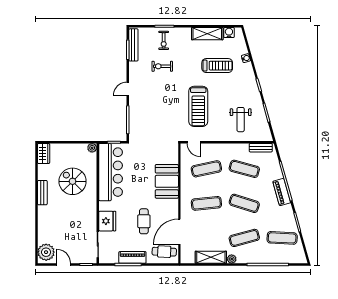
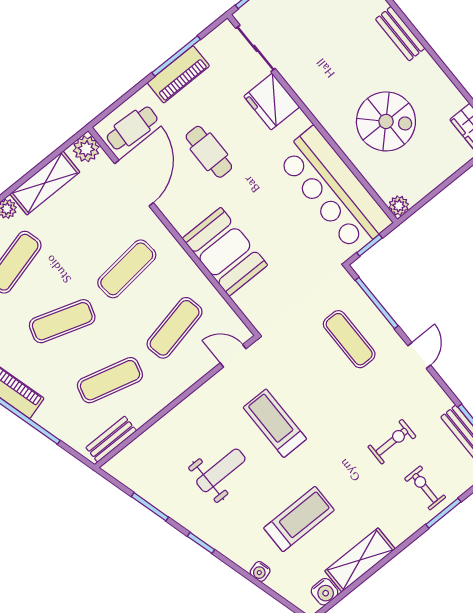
treadmill: (217, 66) -> (299, 519), turned 180
treadmill: (198, 106) -> (275, 423), width x0.73, depth x0.73
exercise mat: (148, 115) -> (349, 339), added
weight bench: (241, 120) -> (221, 470), moved, turned 90
bench: (42, 193) -> (400, 34), moved
plant: (186, 257) -> (86, 149), added

